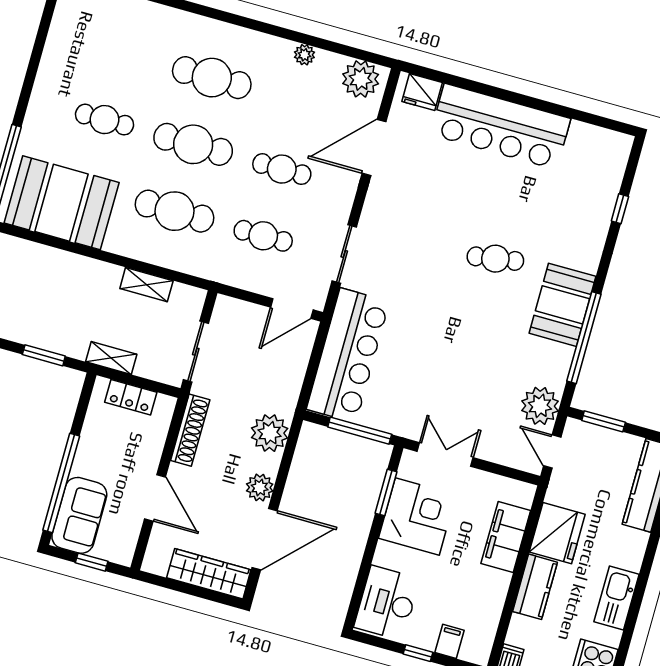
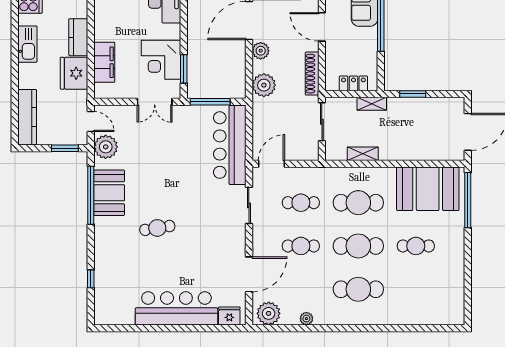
booth: (563, 305) -> (109, 193), moved

